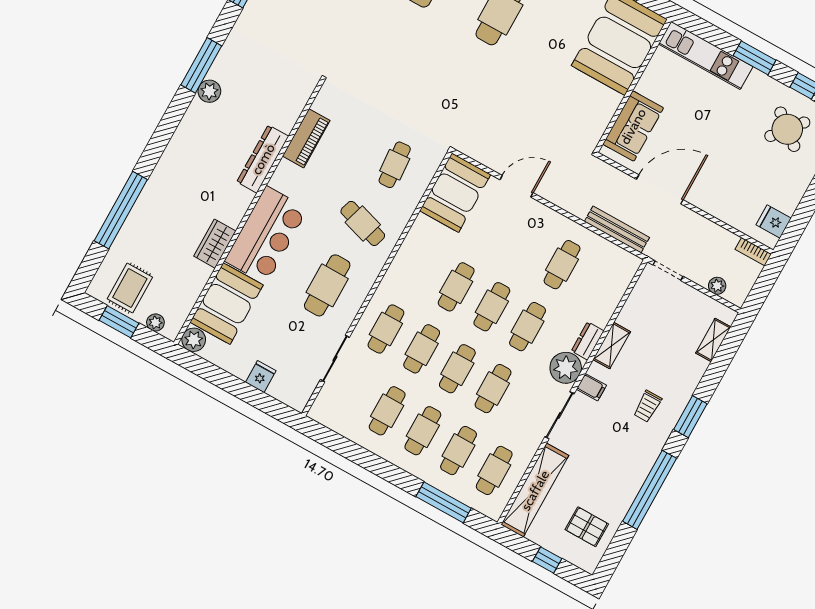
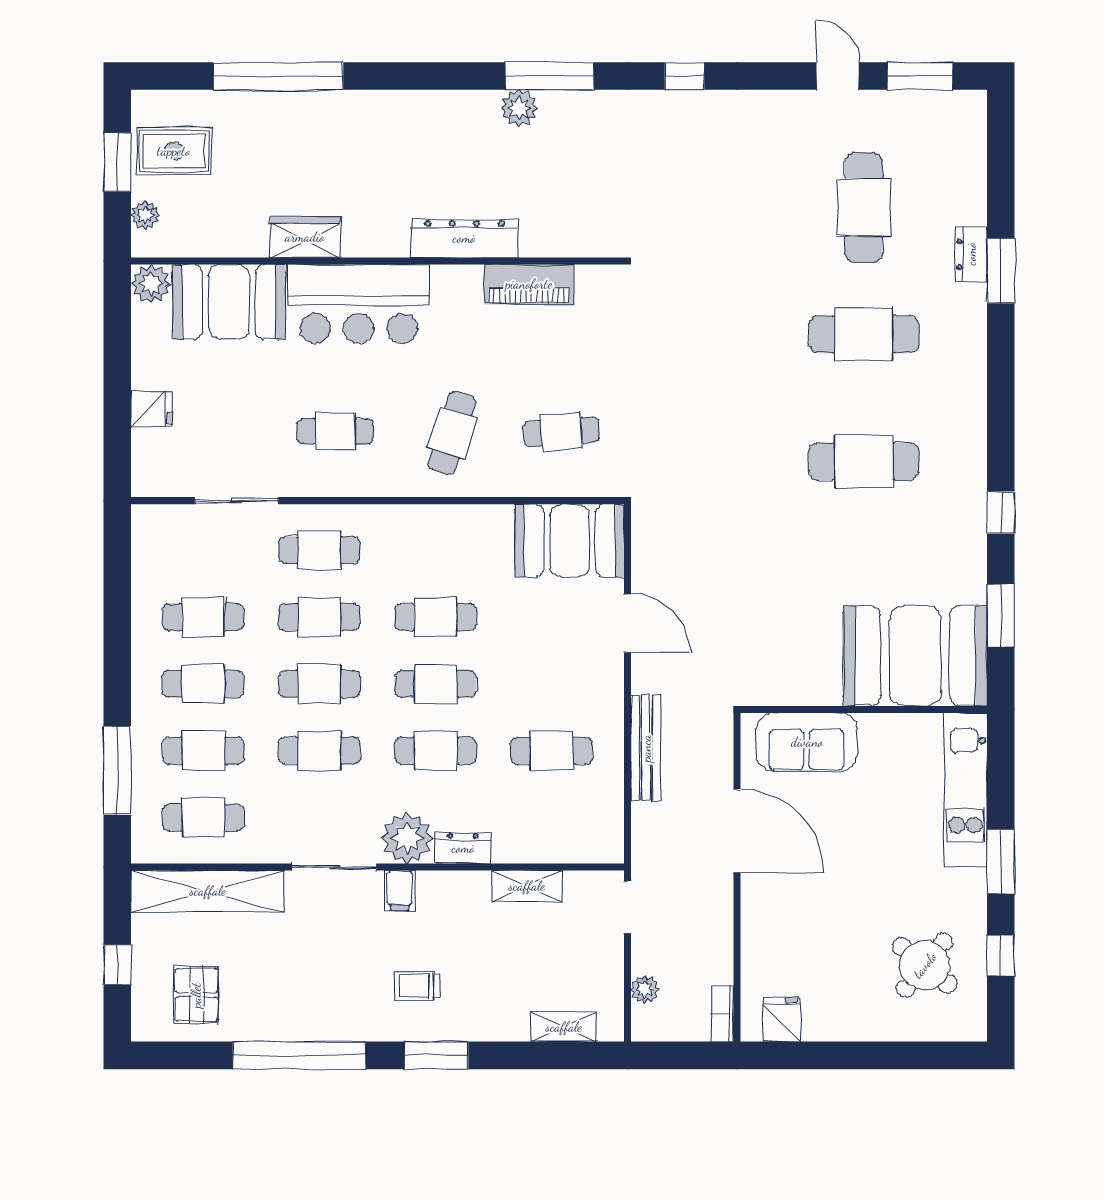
bench: (617, 229) -> (646, 748), moved
cafe table: (327, 285) -> (335, 431), width x0.73, depth x0.74
shelving: (612, 346) -> (527, 886), moved

